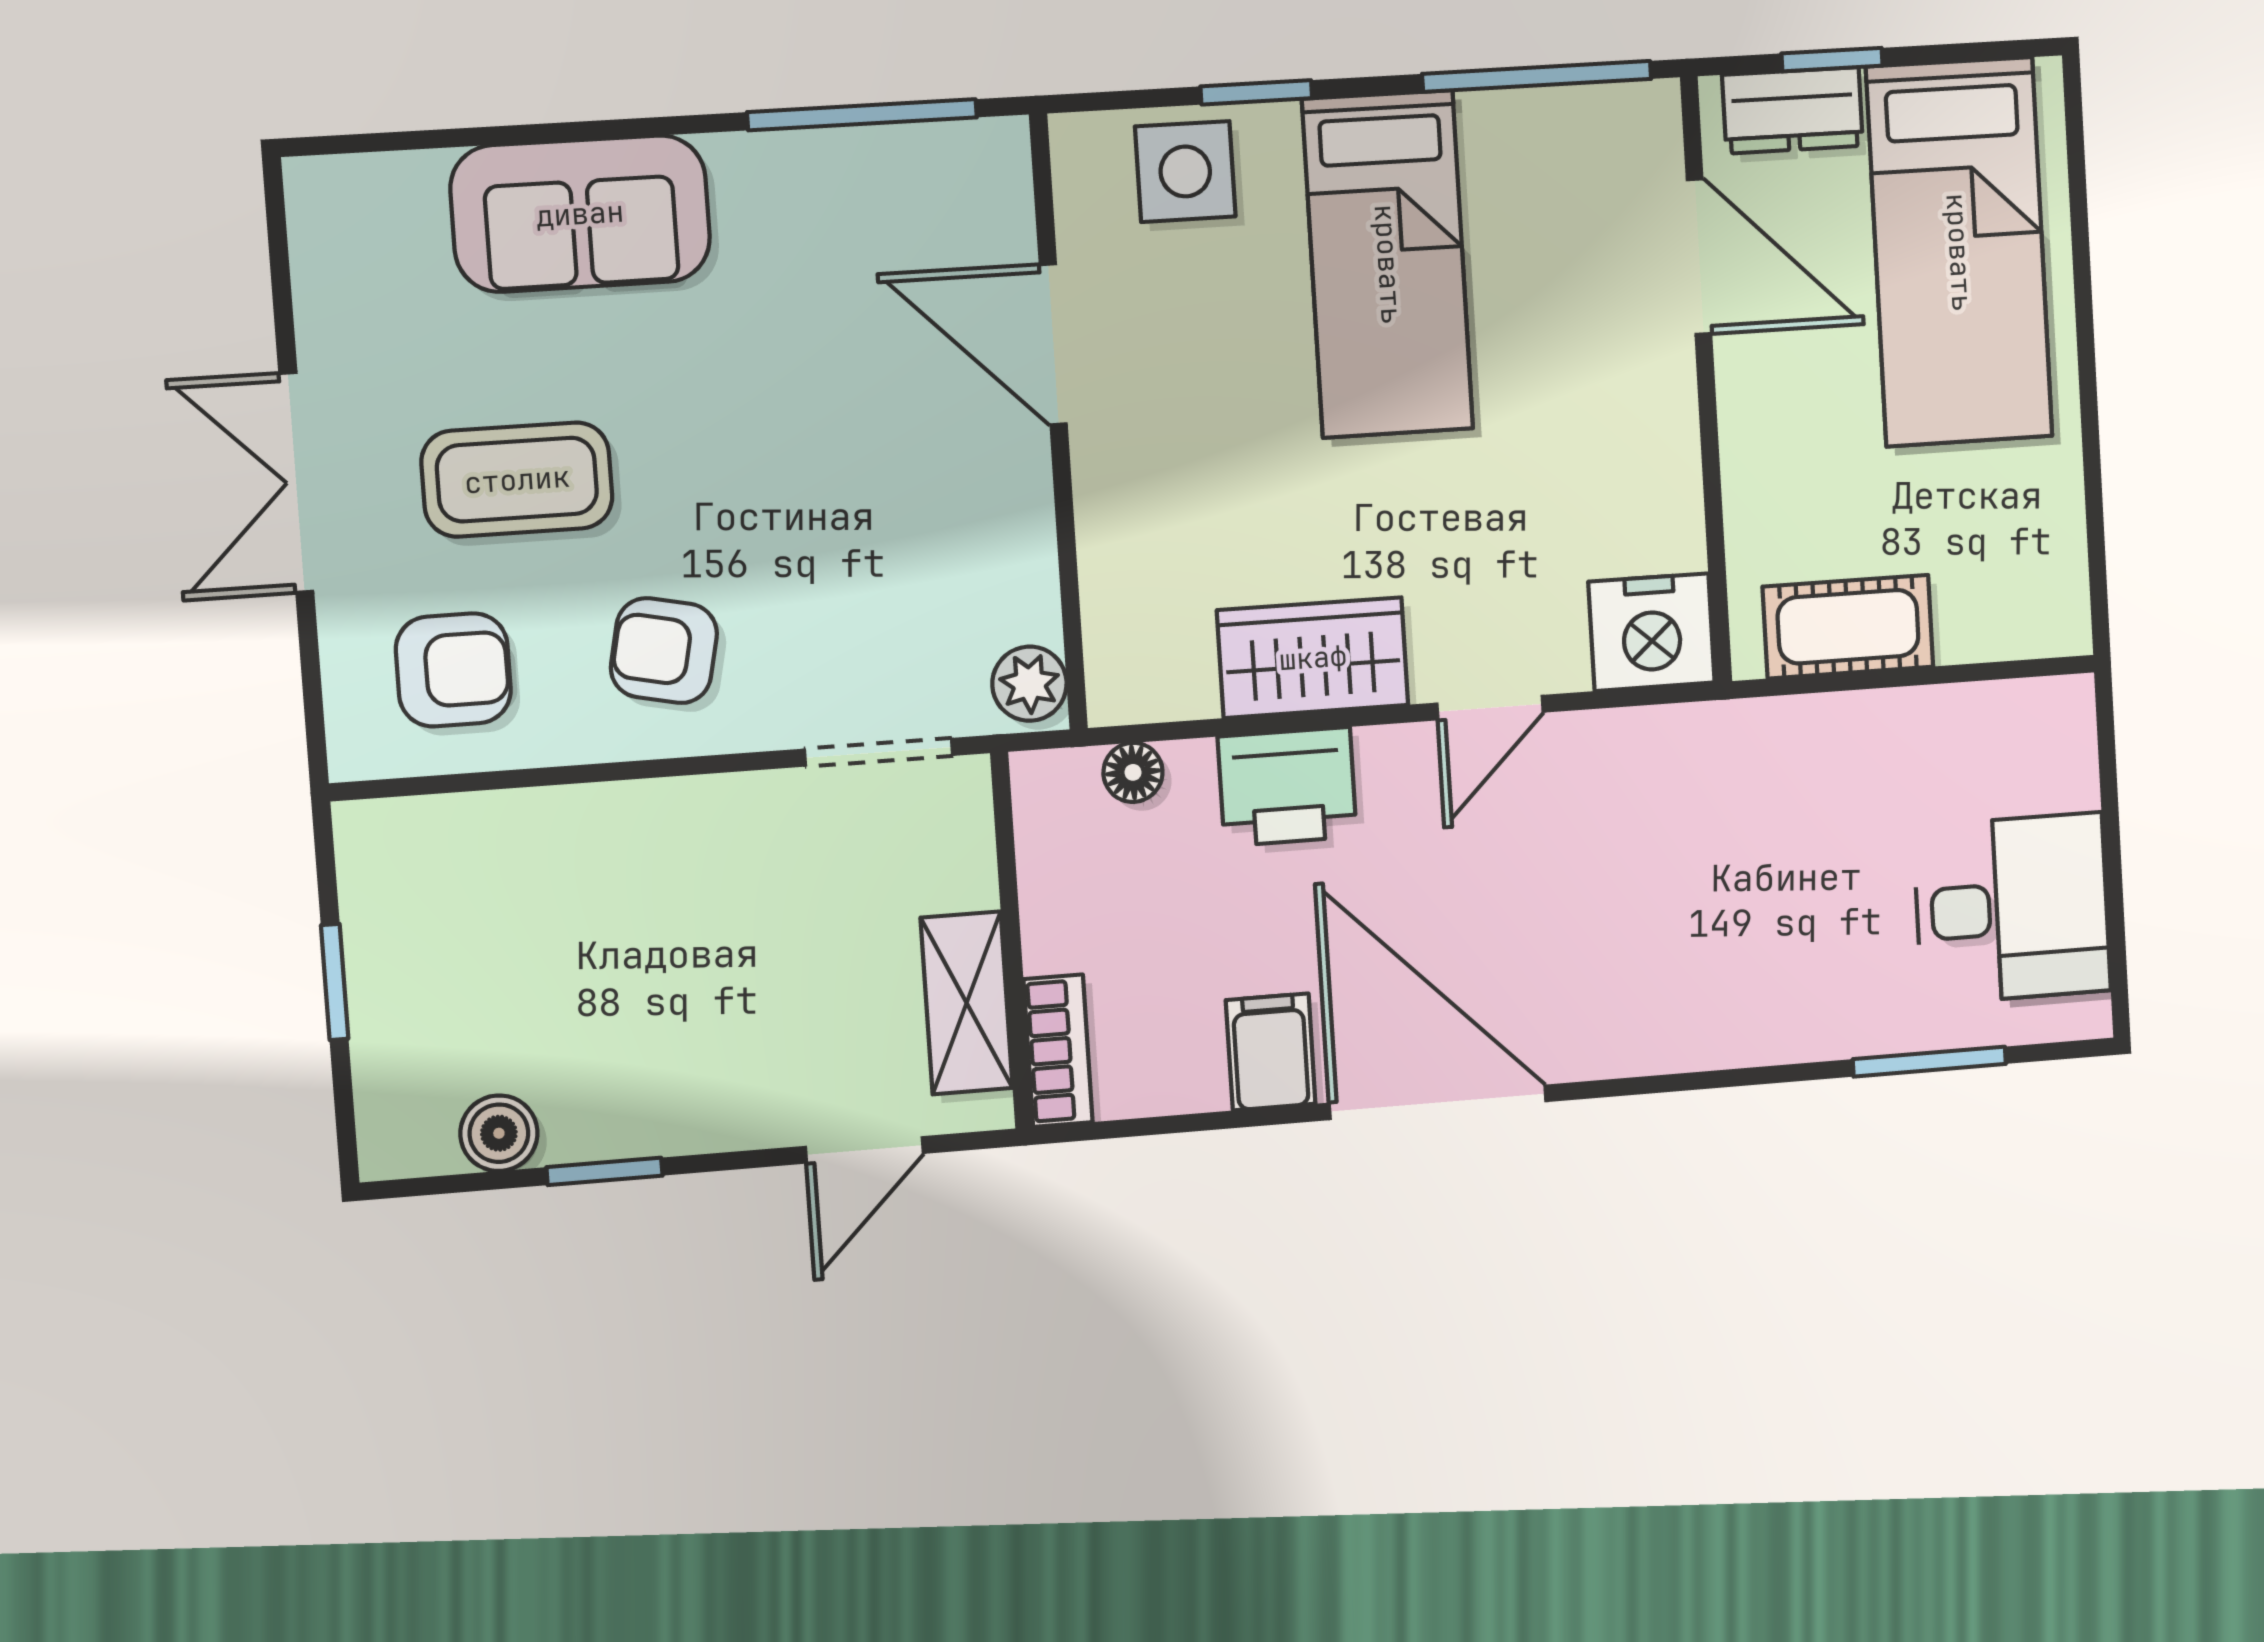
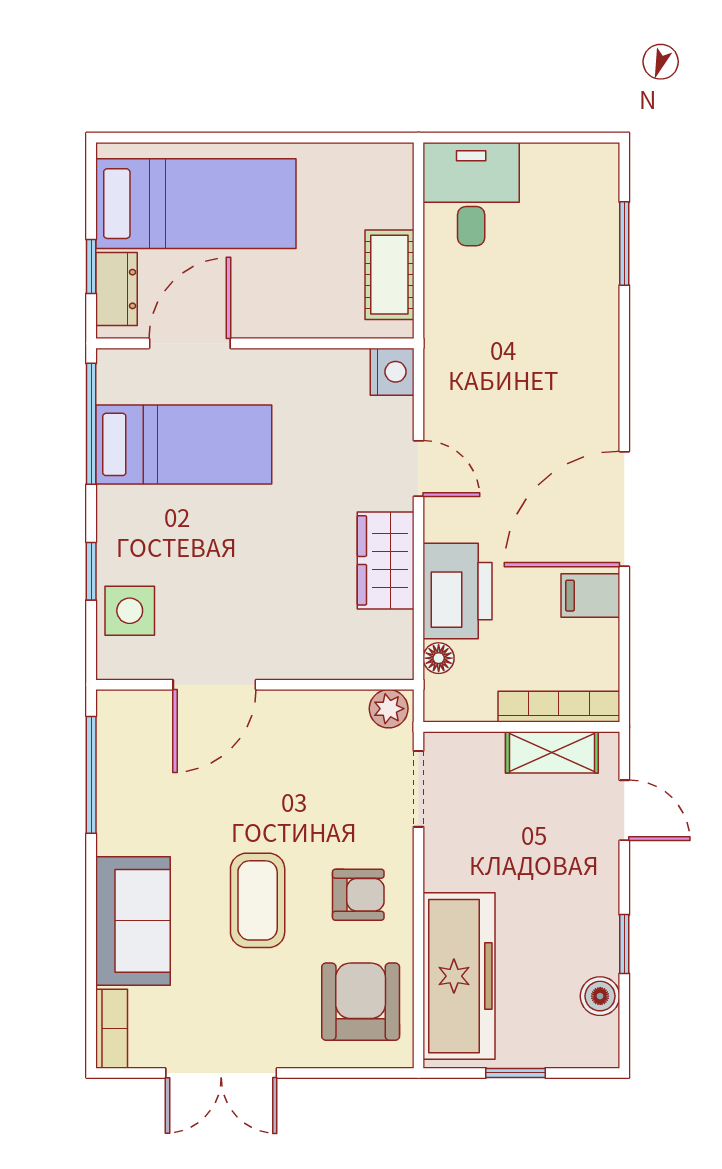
bookcase: (363, 184) -> (112, 1029), added
bed: (1388, 264) -> (184, 444), moved
coffee table: (517, 480) -> (258, 900), moved
double door: (296, 483) -> (221, 1073), moved
nightstand: (1652, 632) -> (392, 372), width x0.74, depth x0.75
armchair: (664, 651) -> (358, 895), turned -102
armchair: (453, 670) -> (361, 1002), width x1.38, depth x1.38
printer: (1287, 787) -> (458, 591), width x1.37, depth x1.19
freezer: (518, 858) -> (459, 976), added
desk: (2012, 908) -> (471, 194), moved
bookcase: (1058, 1051) -> (559, 707), width x1.56

